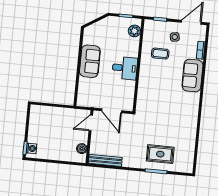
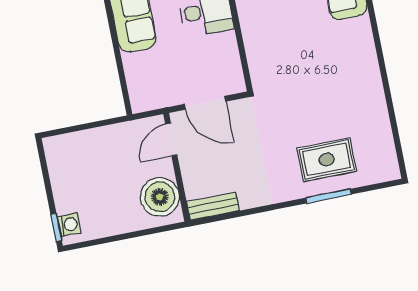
boiler: (82, 149) -> (160, 197), width x1.86, depth x1.86
bench: (105, 160) -> (213, 206), width x0.73

